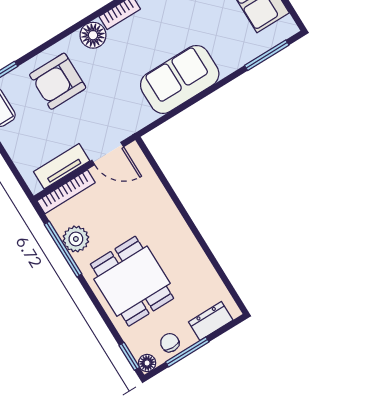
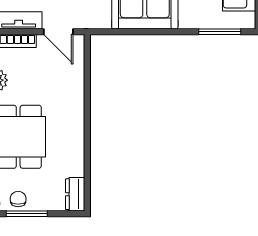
dresser: (211, 321) -> (75, 194), moved, turned -90

